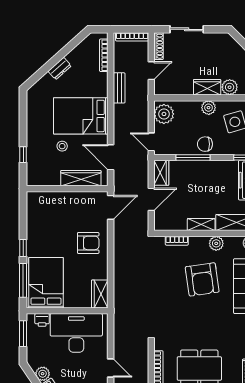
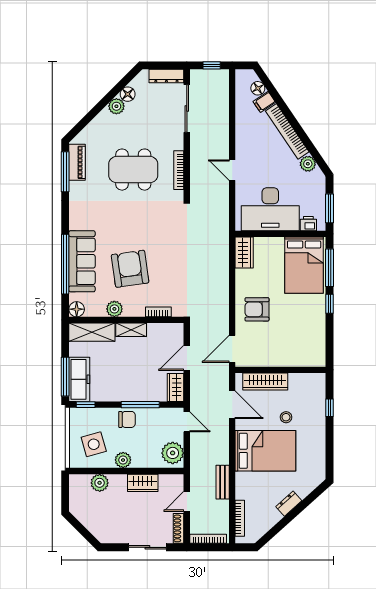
wardrobe: (207, 87) -> (143, 483), moved

